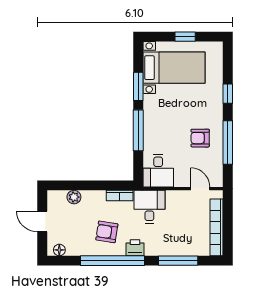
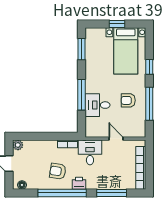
bed with nightstands: (174, 68) -> (126, 51), moved, turned 90
window: (138, 86) -> (81, 49), moved
desk: (158, 171) -> (97, 105), moved, turned 90
door: (200, 189) -> (116, 139), moved
plant: (74, 197) -> (18, 145), moved

